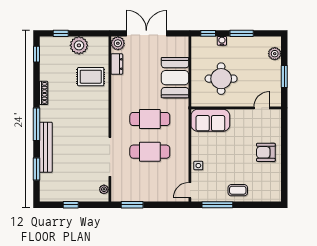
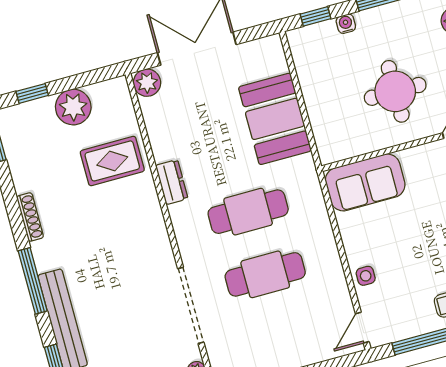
dresser: (117, 64) -> (172, 182), moved
round table: (221, 79) -> (395, 91), moved

